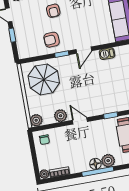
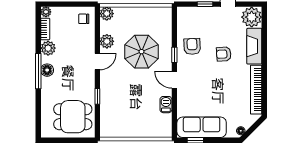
parasol: (44, 79) -> (142, 52), moved
plant: (108, 161) -> (48, 48), moved

